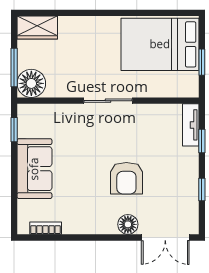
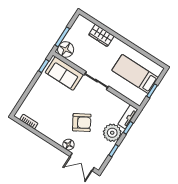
wardrobe: (37, 28) -> (101, 35), moved
bed: (160, 44) -> (135, 74), width x0.67
plant: (182, 164) -> (112, 133), added
sofa: (34, 169) -> (64, 73), moved, turned 90
armchair: (126, 178) -> (82, 122), turned -120

